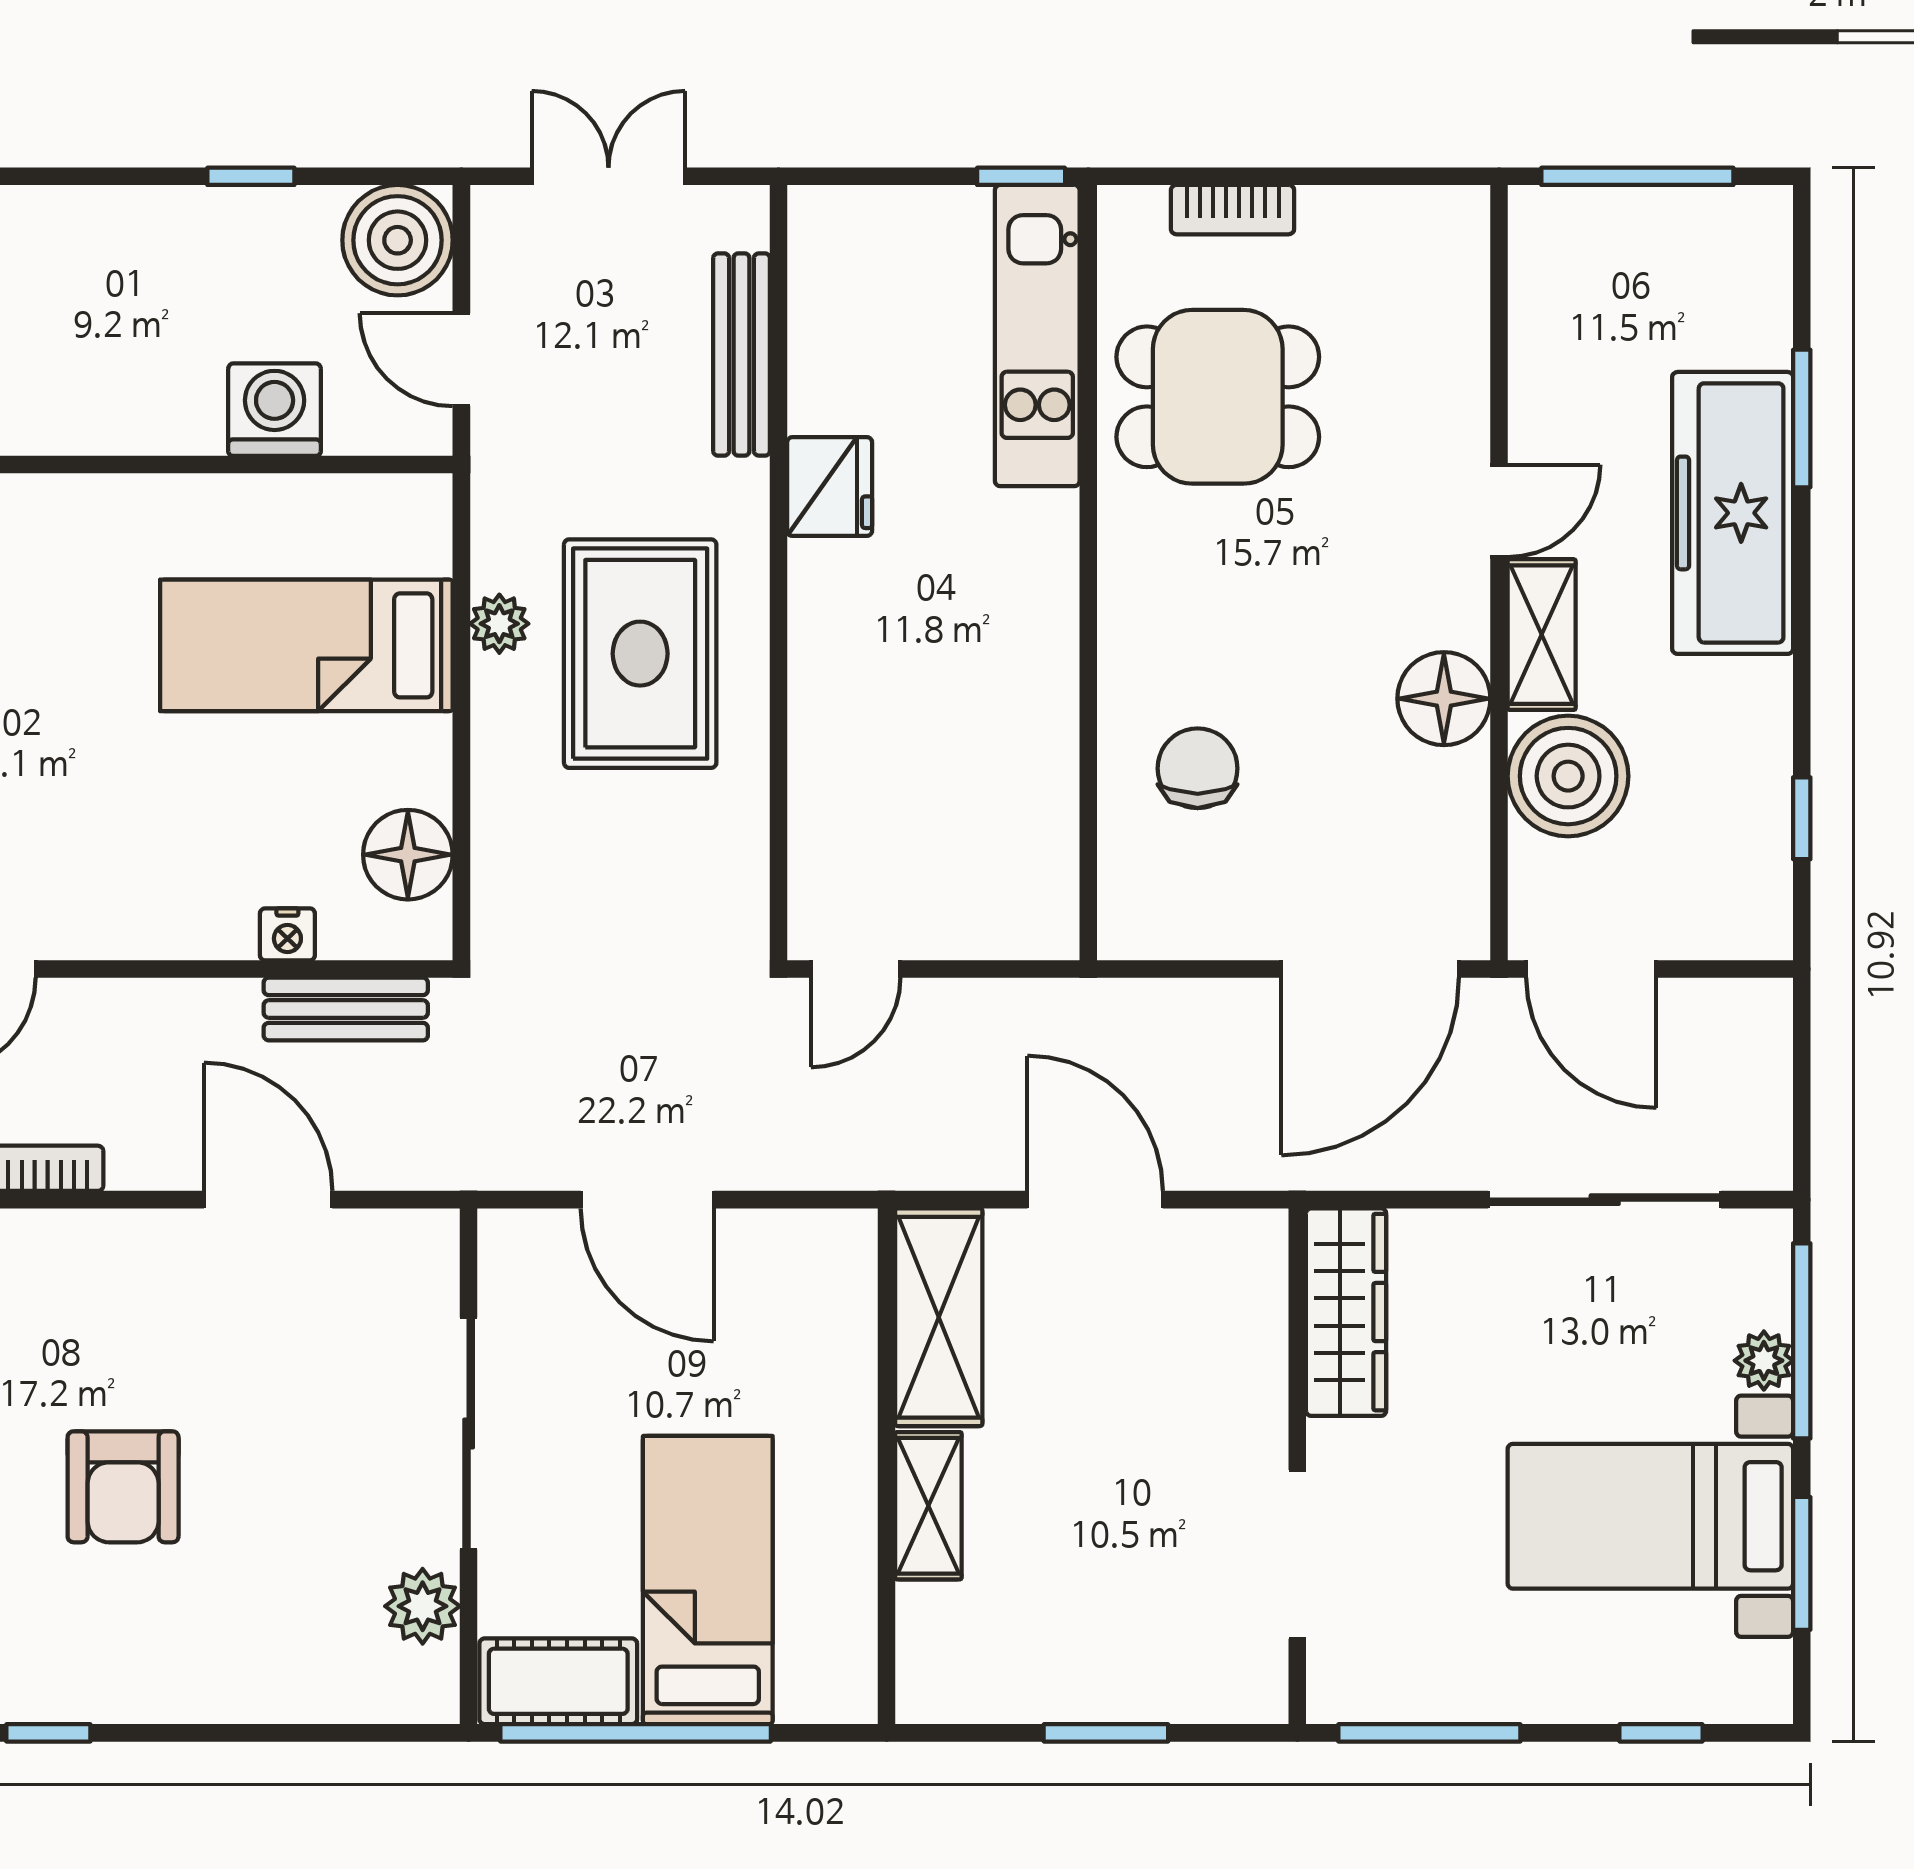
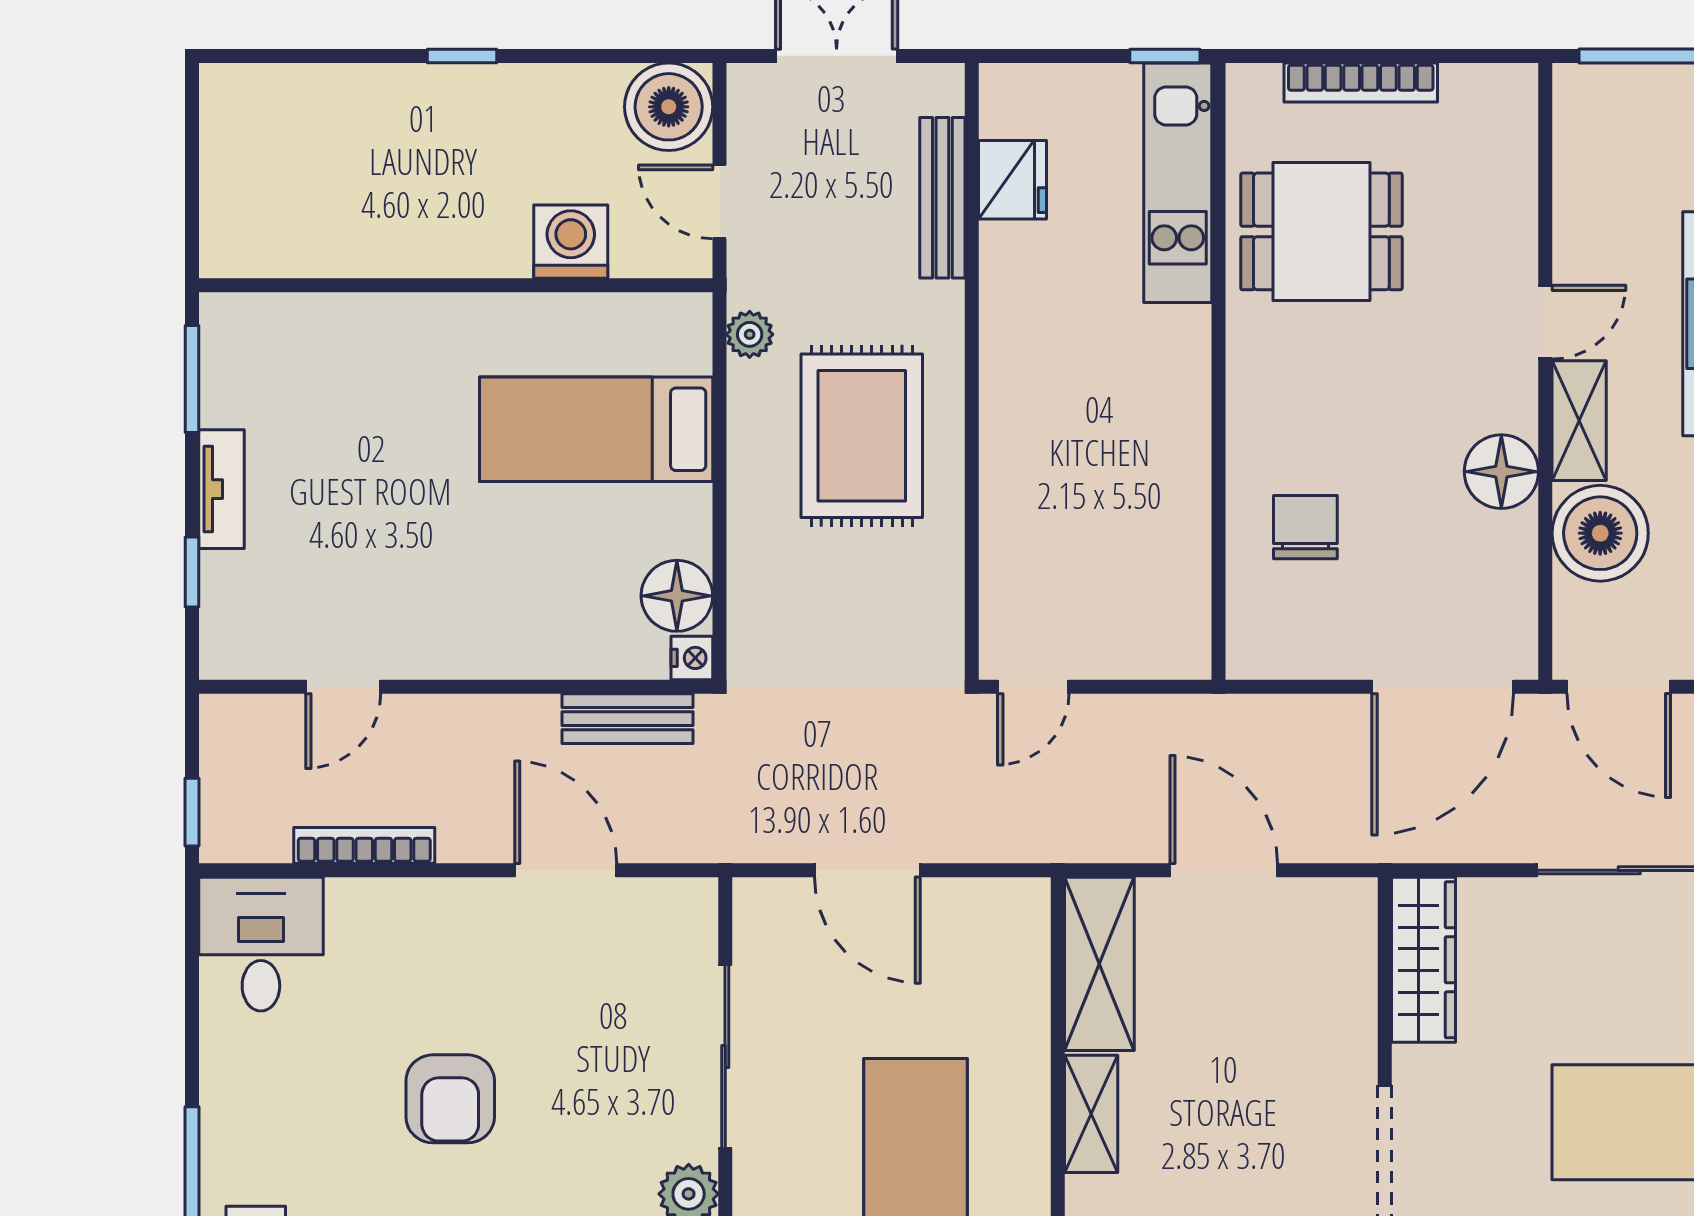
window: (251, 176) -> (462, 56), moved
bookcase: (1233, 210) -> (1361, 82), width x1.56
fridge: (830, 487) -> (1013, 180), moved
plant: (499, 624) -> (750, 334), moved
nightstand: (287, 934) -> (692, 658), moved, turned -90

